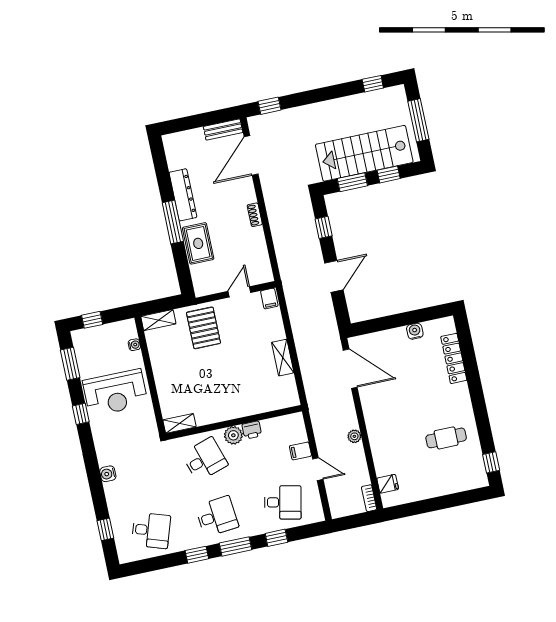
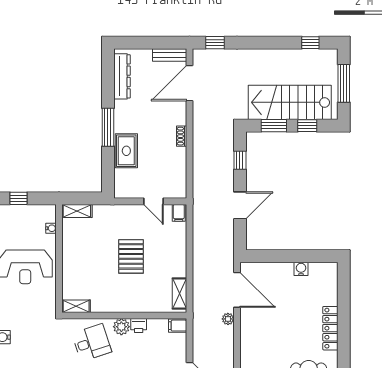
dresser: (183, 195) -> (122, 76), moved
door: (239, 292) -> (154, 201), swing flipped
pallet: (203, 328) -> (131, 256), moved
shelving: (283, 358) -> (180, 294), moved
locker: (454, 358) -> (330, 328), moved
plant: (354, 436) -> (228, 319), moved
filing cabinet: (300, 451) -> (178, 326), moved

